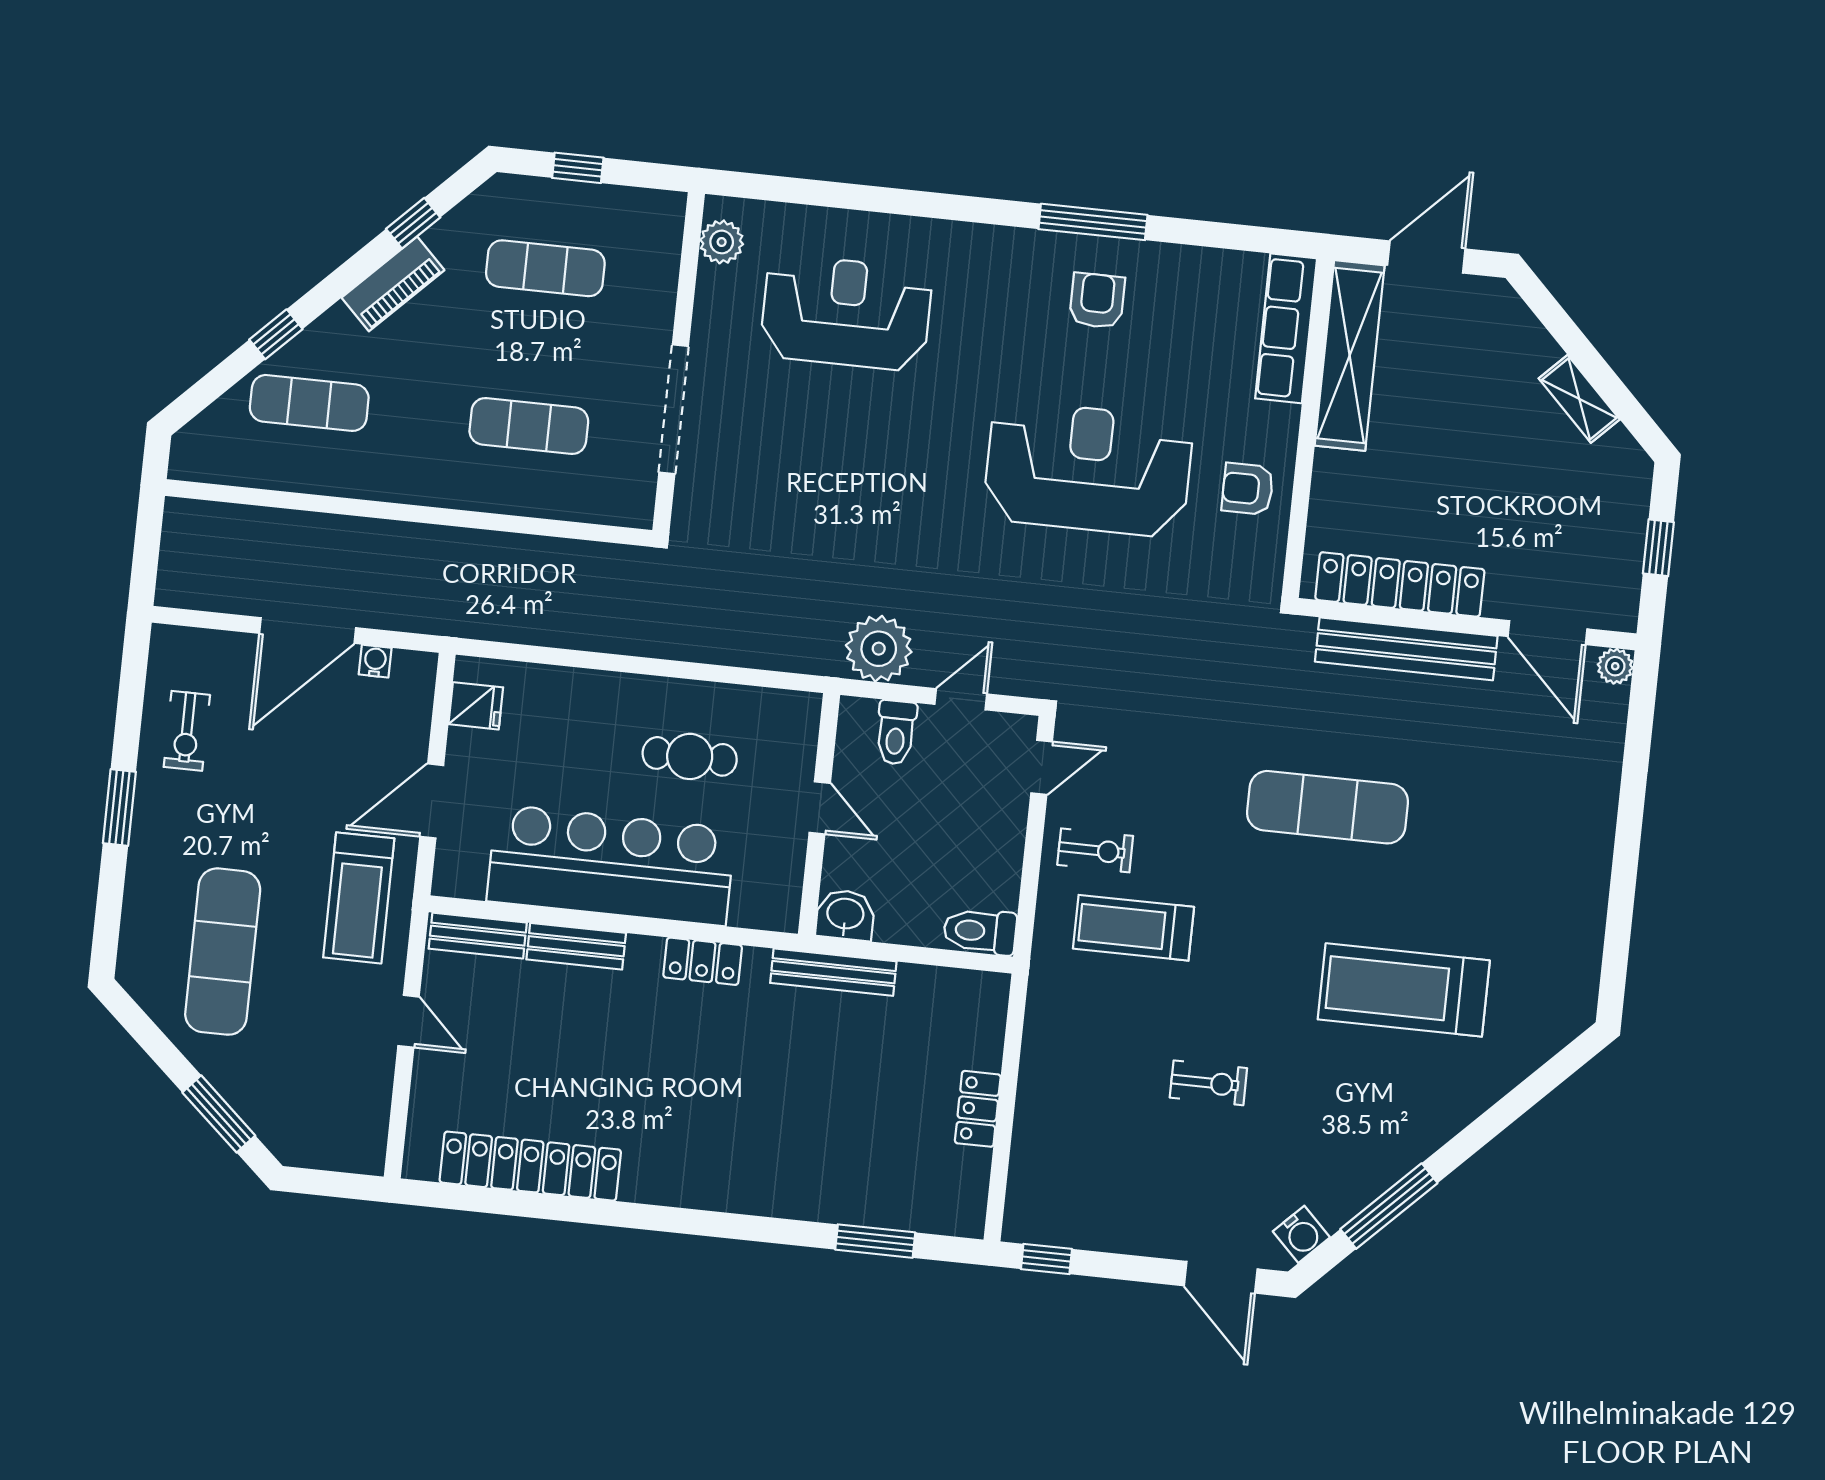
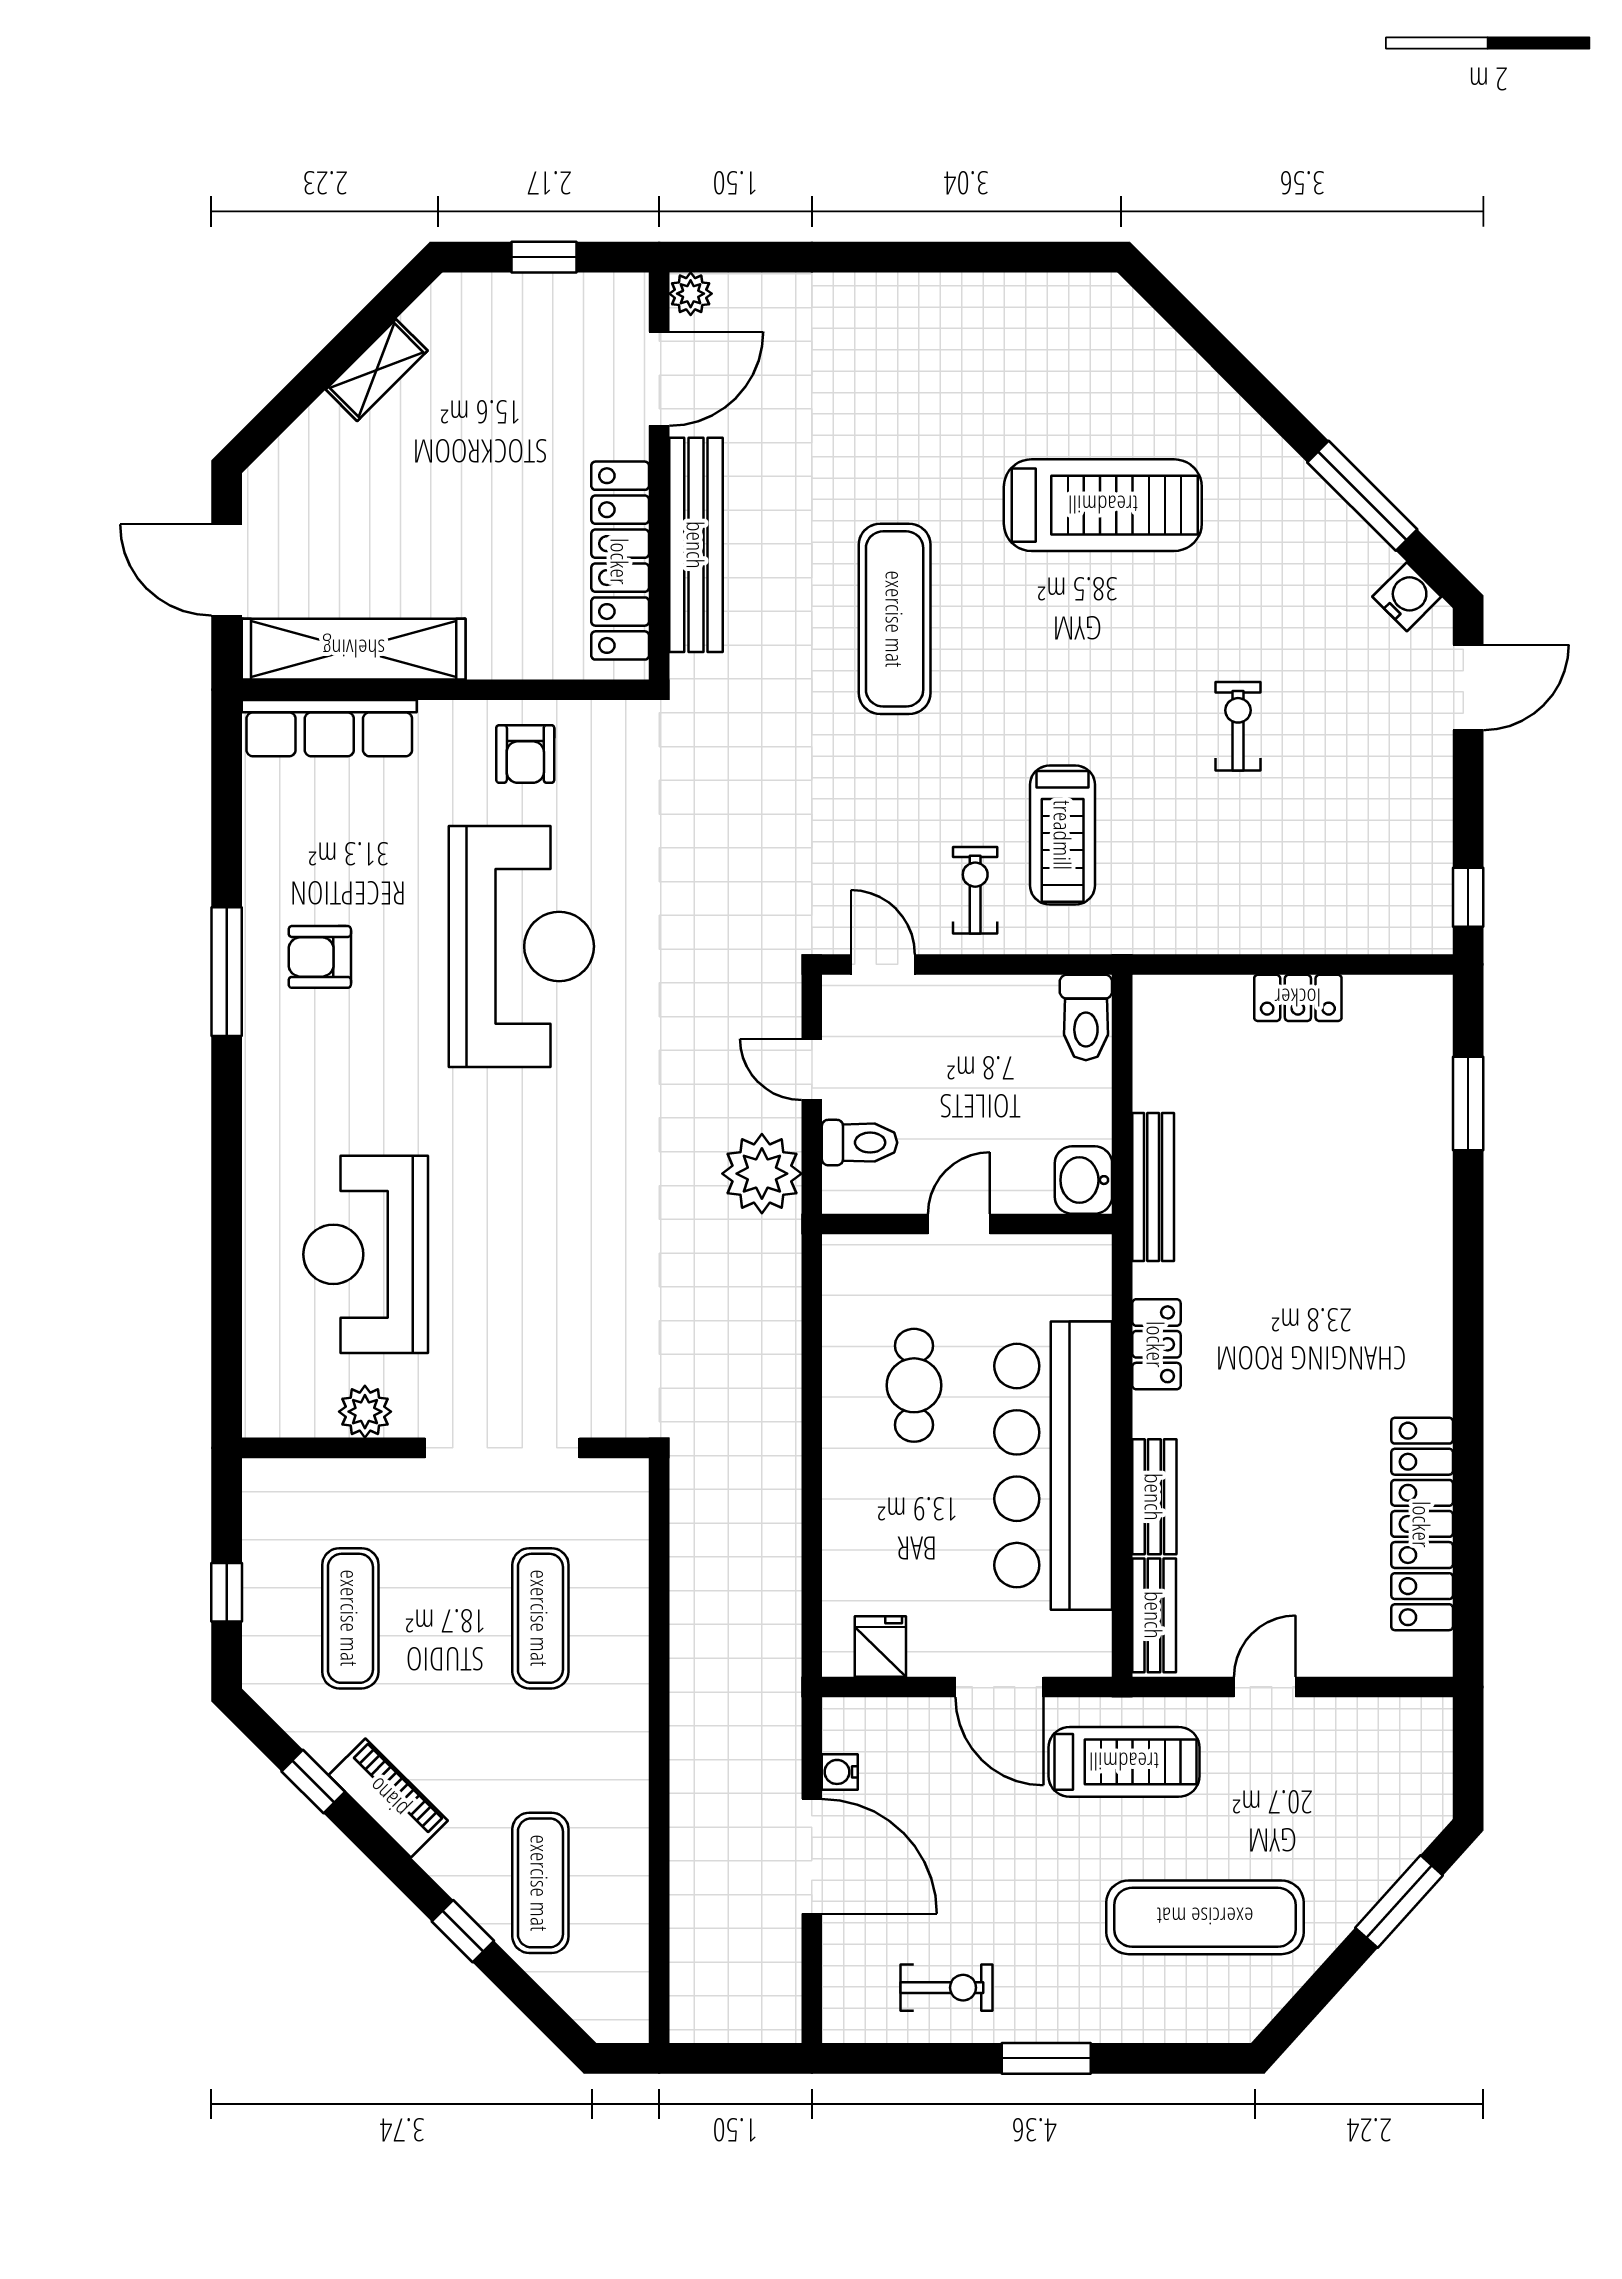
plant: (722, 242) -> (365, 1412), moved
reception desk: (1088, 469) -> (521, 946), turned 180
treadmill: (1404, 990) -> (1103, 505), turned -90

